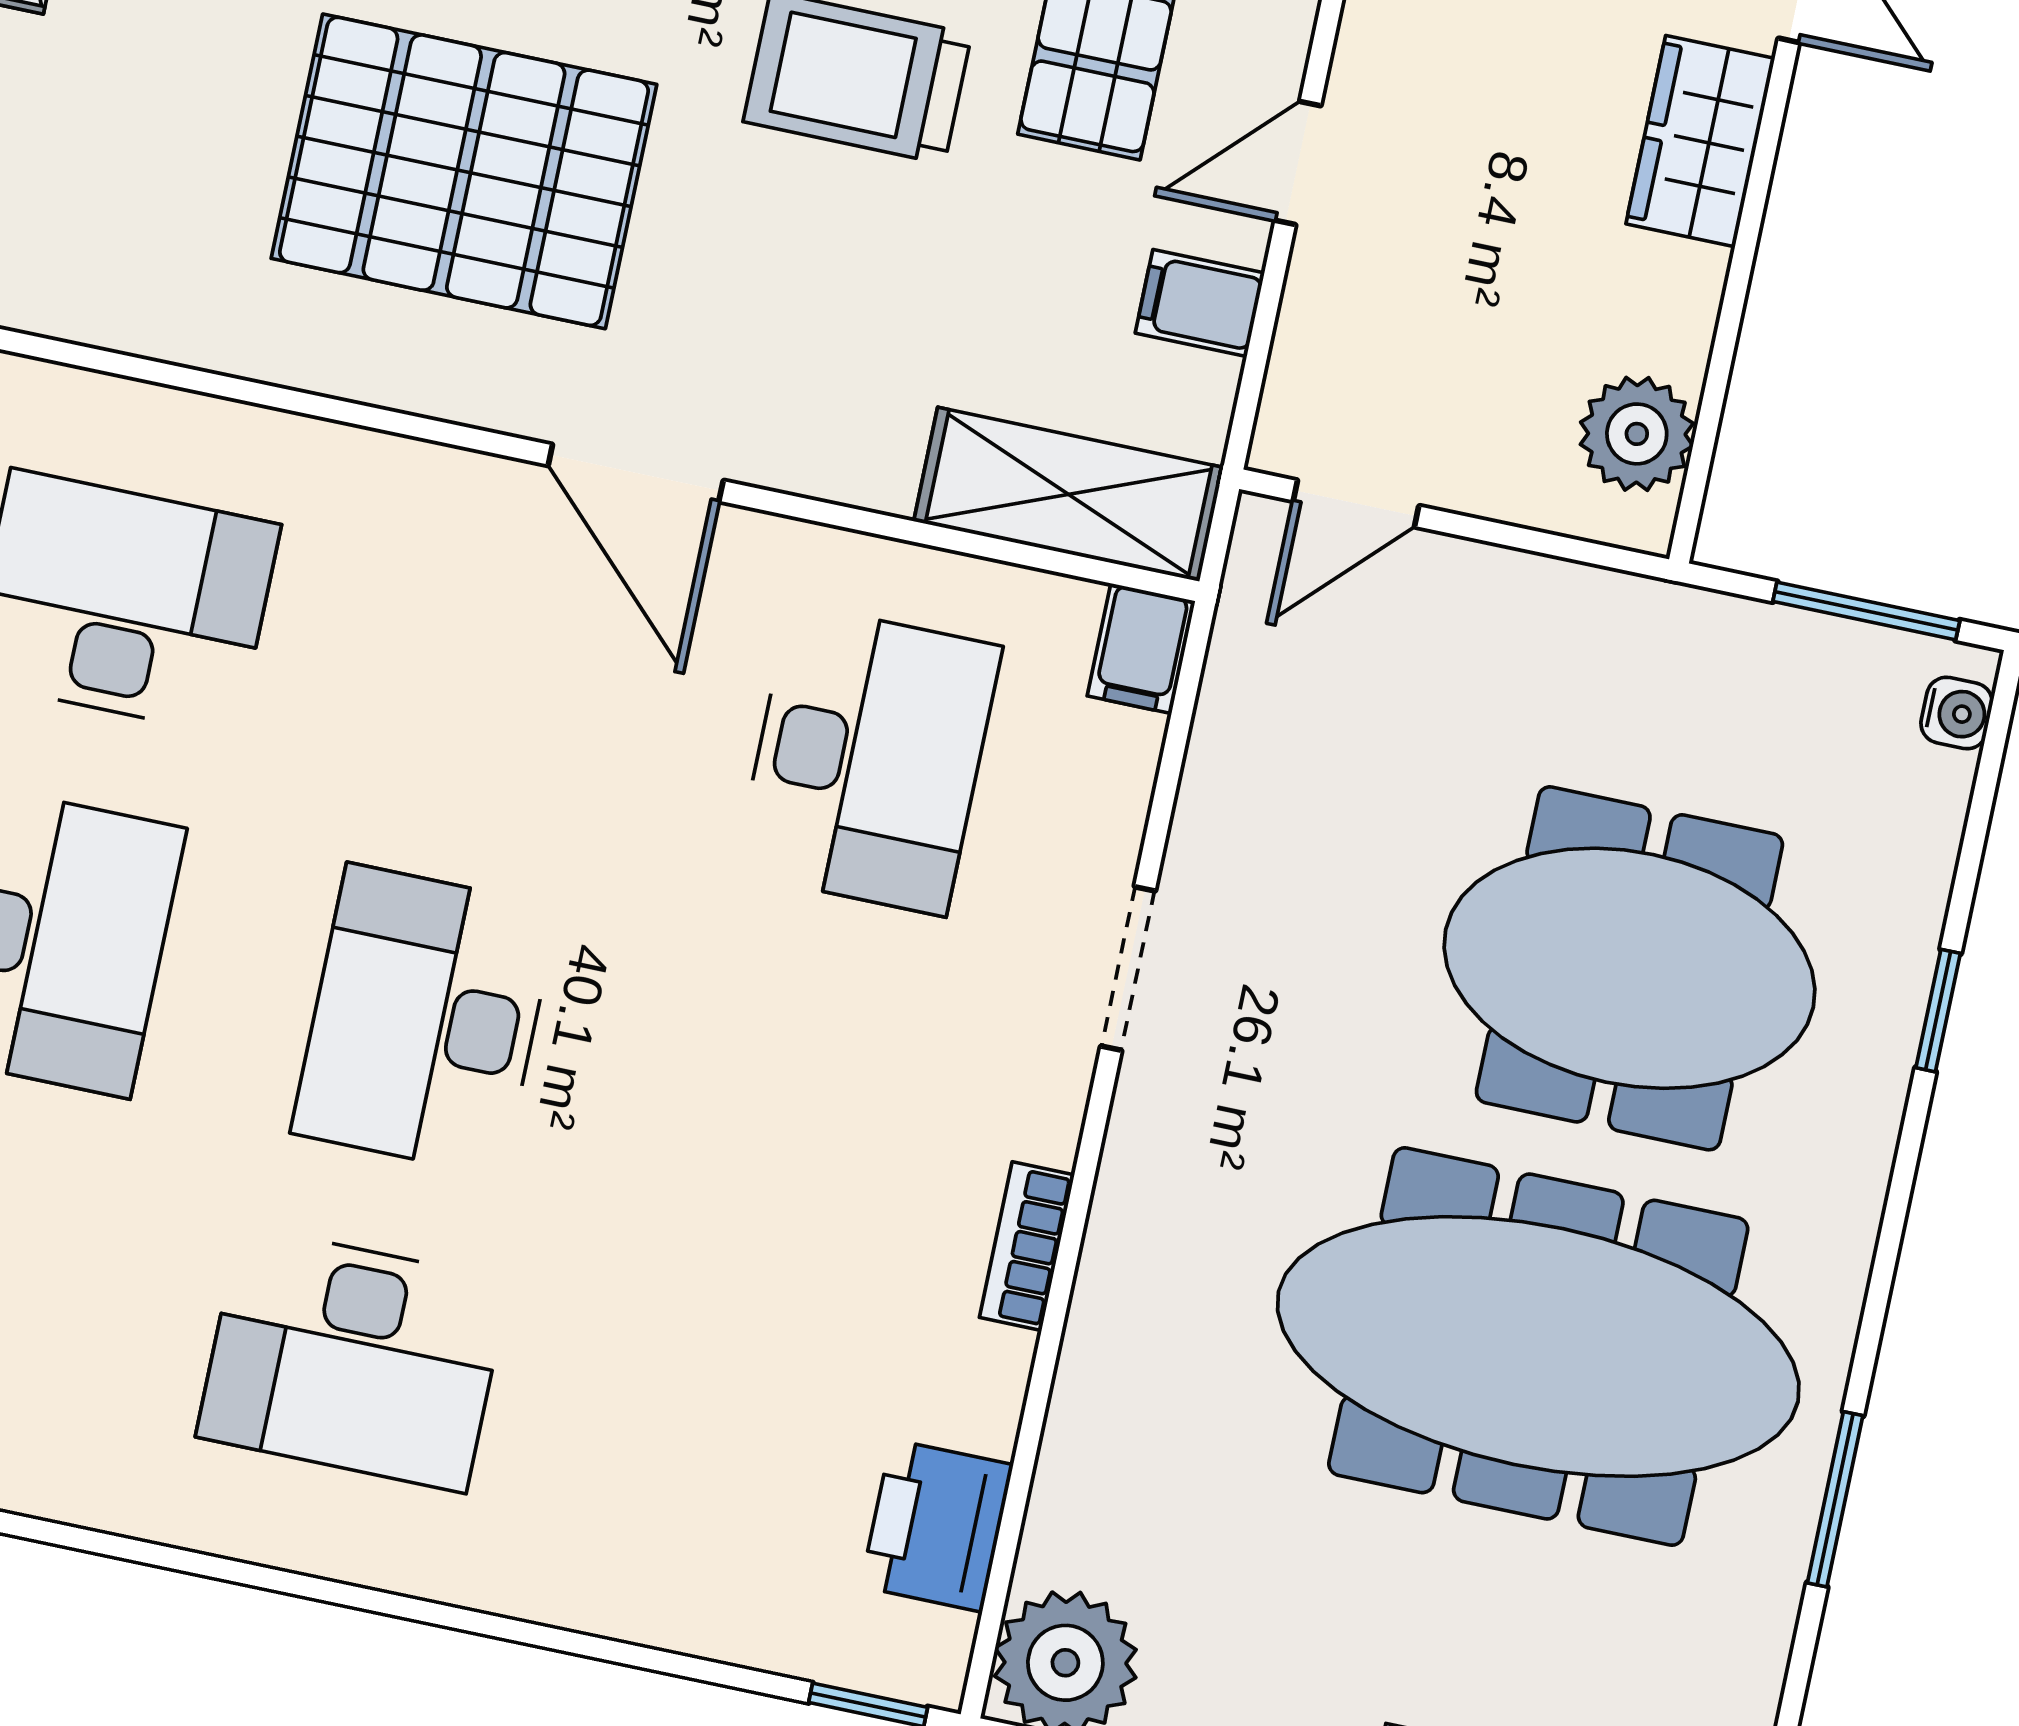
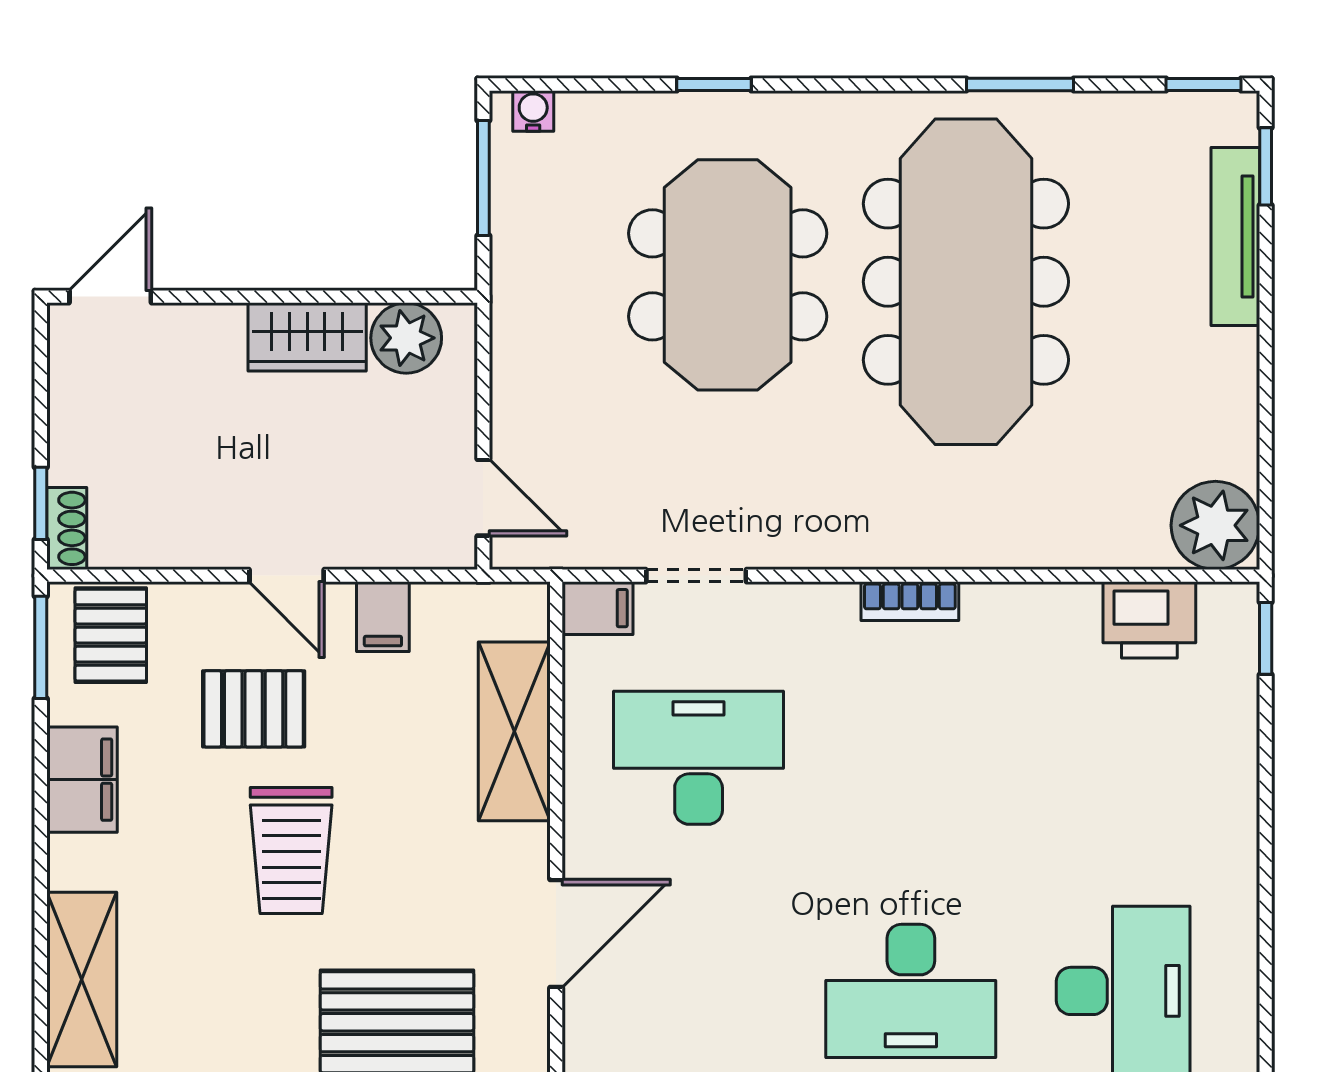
wardrobe: (1700, 141) -> (307, 337), moved
shelving: (1069, 494) -> (514, 731), moved
doorway: (1128, 969) -> (696, 576), moved
bookcase: (1027, 1246) -> (910, 601), moved

